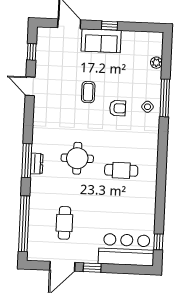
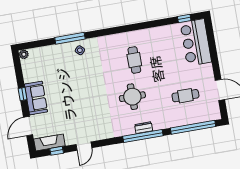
fireplace: (44, 45) -> (49, 142), added
plant: (156, 63) -> (24, 54), moved
coffee table: (88, 92) -> (79, 99), removed
armchair: (118, 108) -> (86, 74), removed
window: (27, 161) -> (143, 136), width x1.46
window: (92, 268) -> (216, 66), removed

